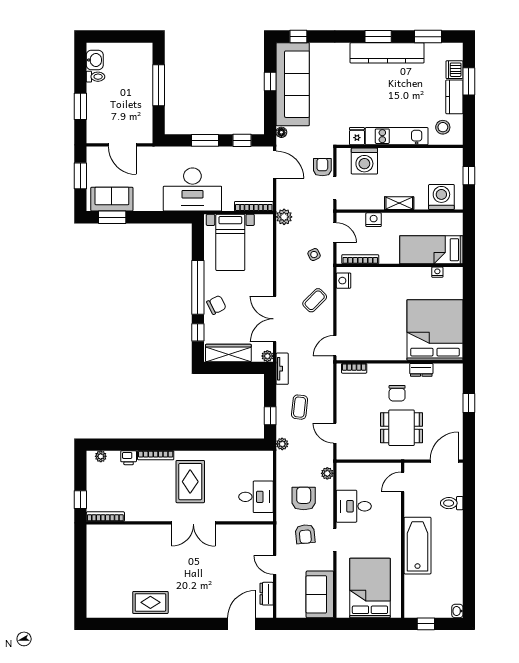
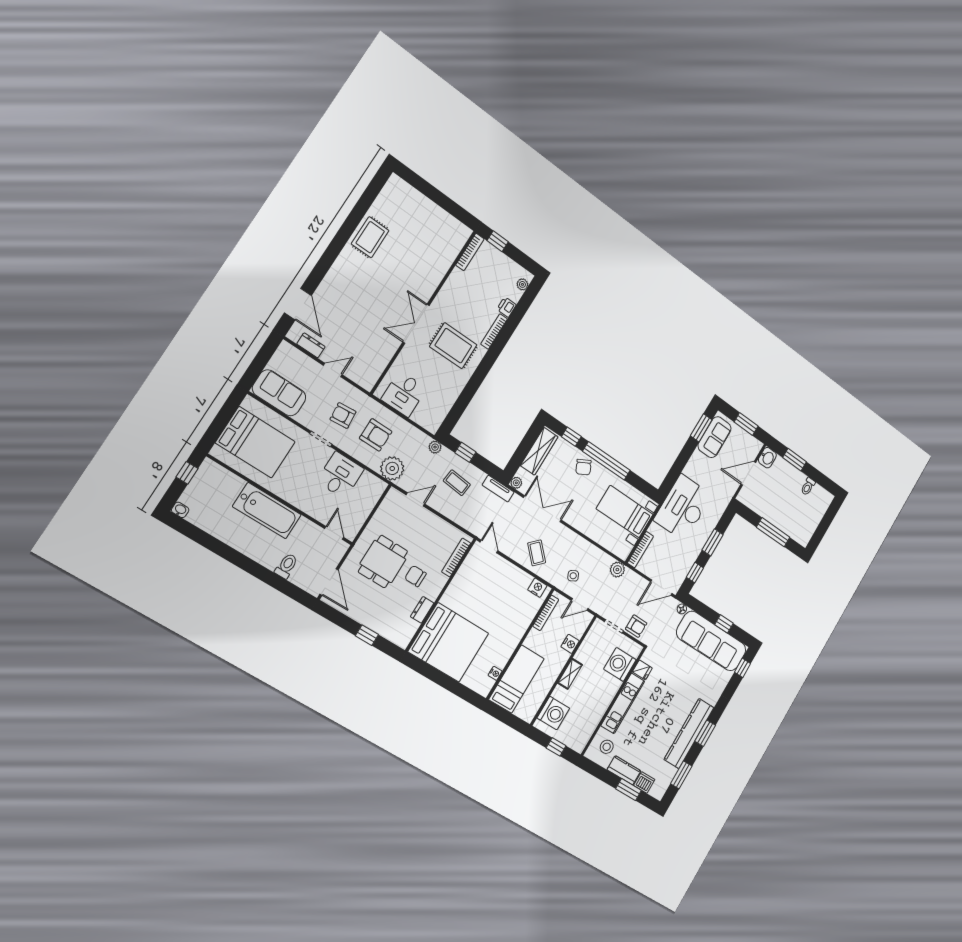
washbasin: (95, 60) -> (767, 458), moved, turned -90
bookcase: (354, 368) -> (456, 557), width x1.56
plant: (327, 473) -> (392, 468), width x1.87, depth x1.87

